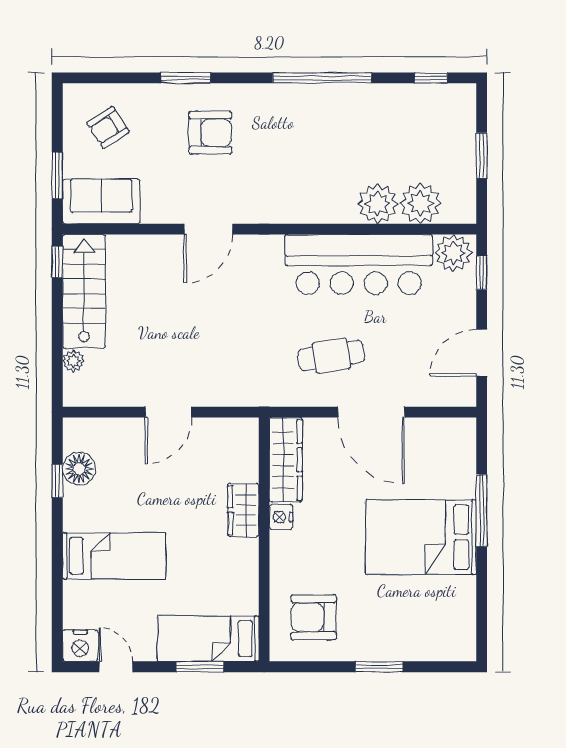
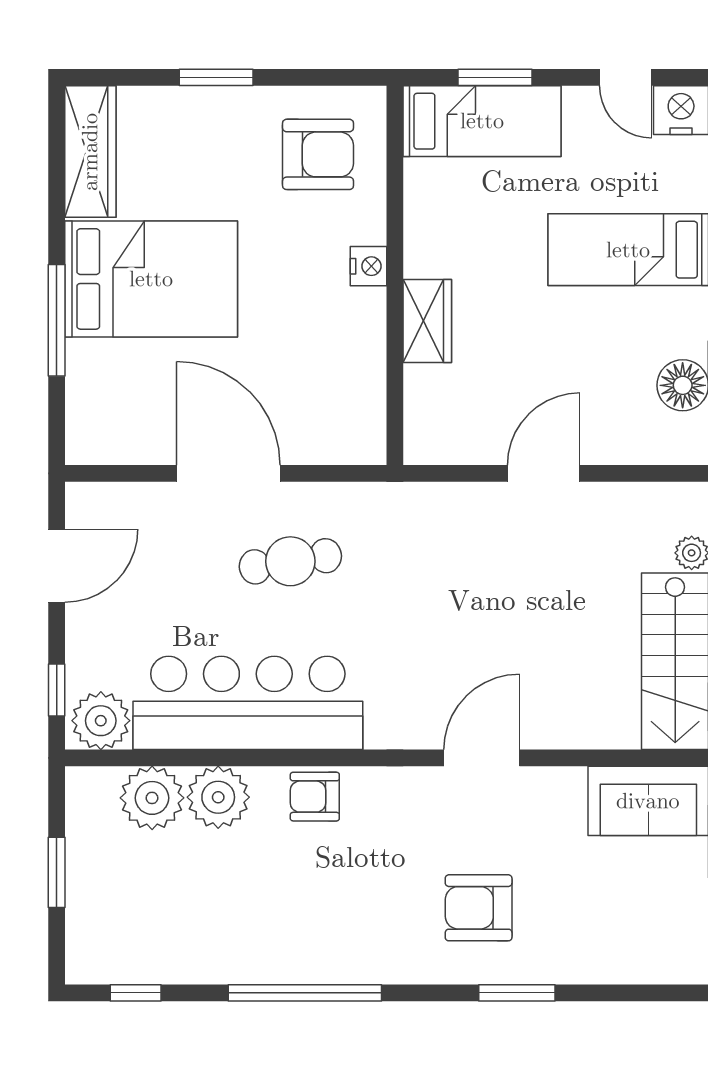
armchair: (108, 127) -> (315, 797), moved, turned -147
wardrobe: (286, 460) -> (90, 152), moved, turned 180
nightstand: (281, 517) -> (369, 266), moved

